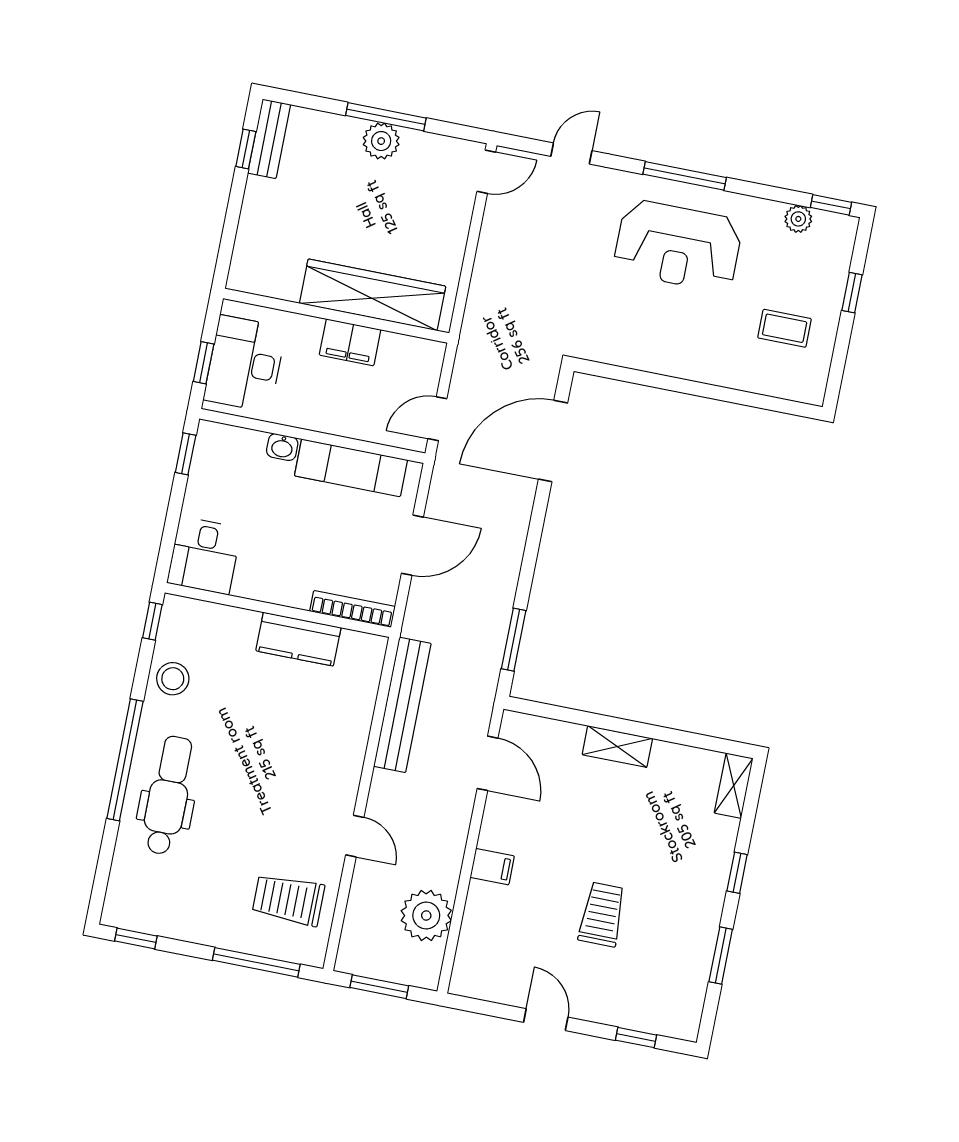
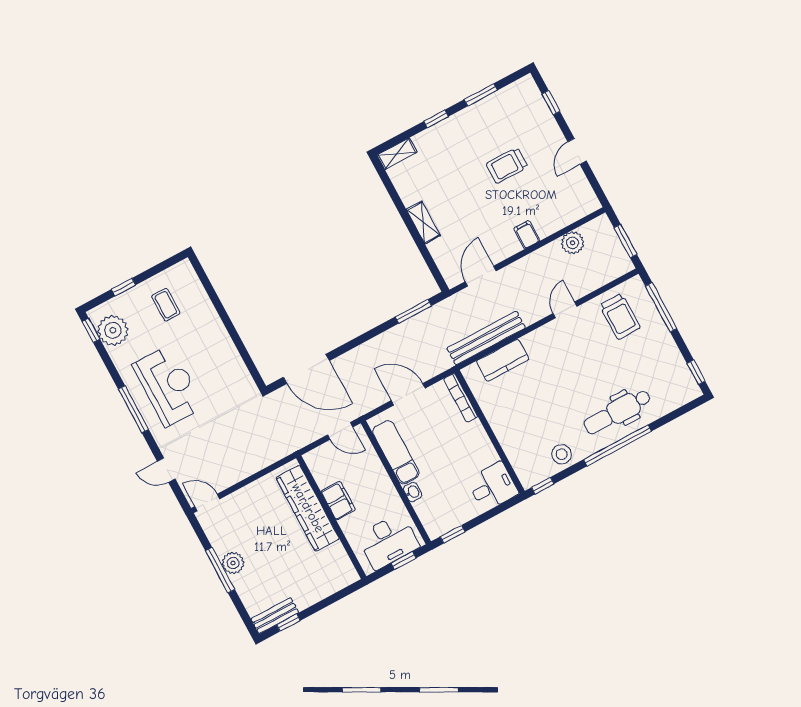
plant: (798, 219) -> (113, 330), width x1.88, depth x1.88
kitchen counter: (298, 639) -> (503, 360), moved, turned 90
plant: (426, 916) -> (573, 243), width x0.73, depth x0.73

